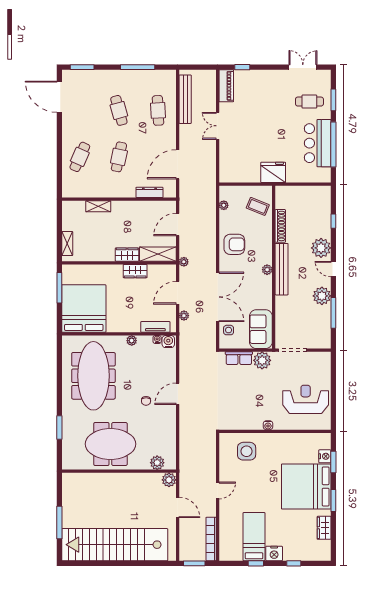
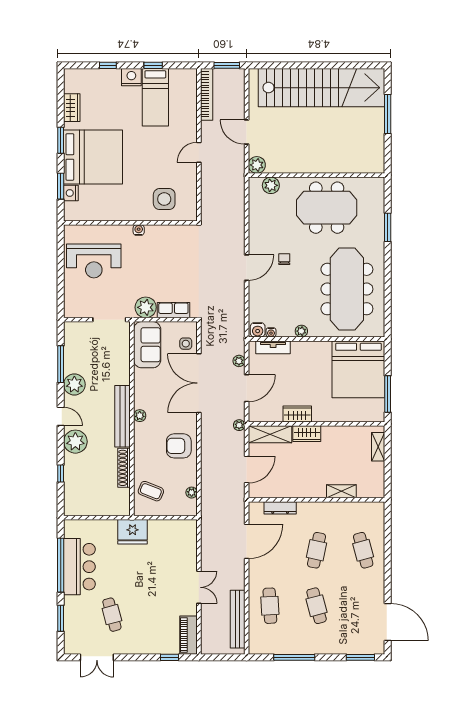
cafe table: (309, 102) -> (112, 615), moved, turned 75
cafe table: (80, 157) -> (363, 550), turned -39

